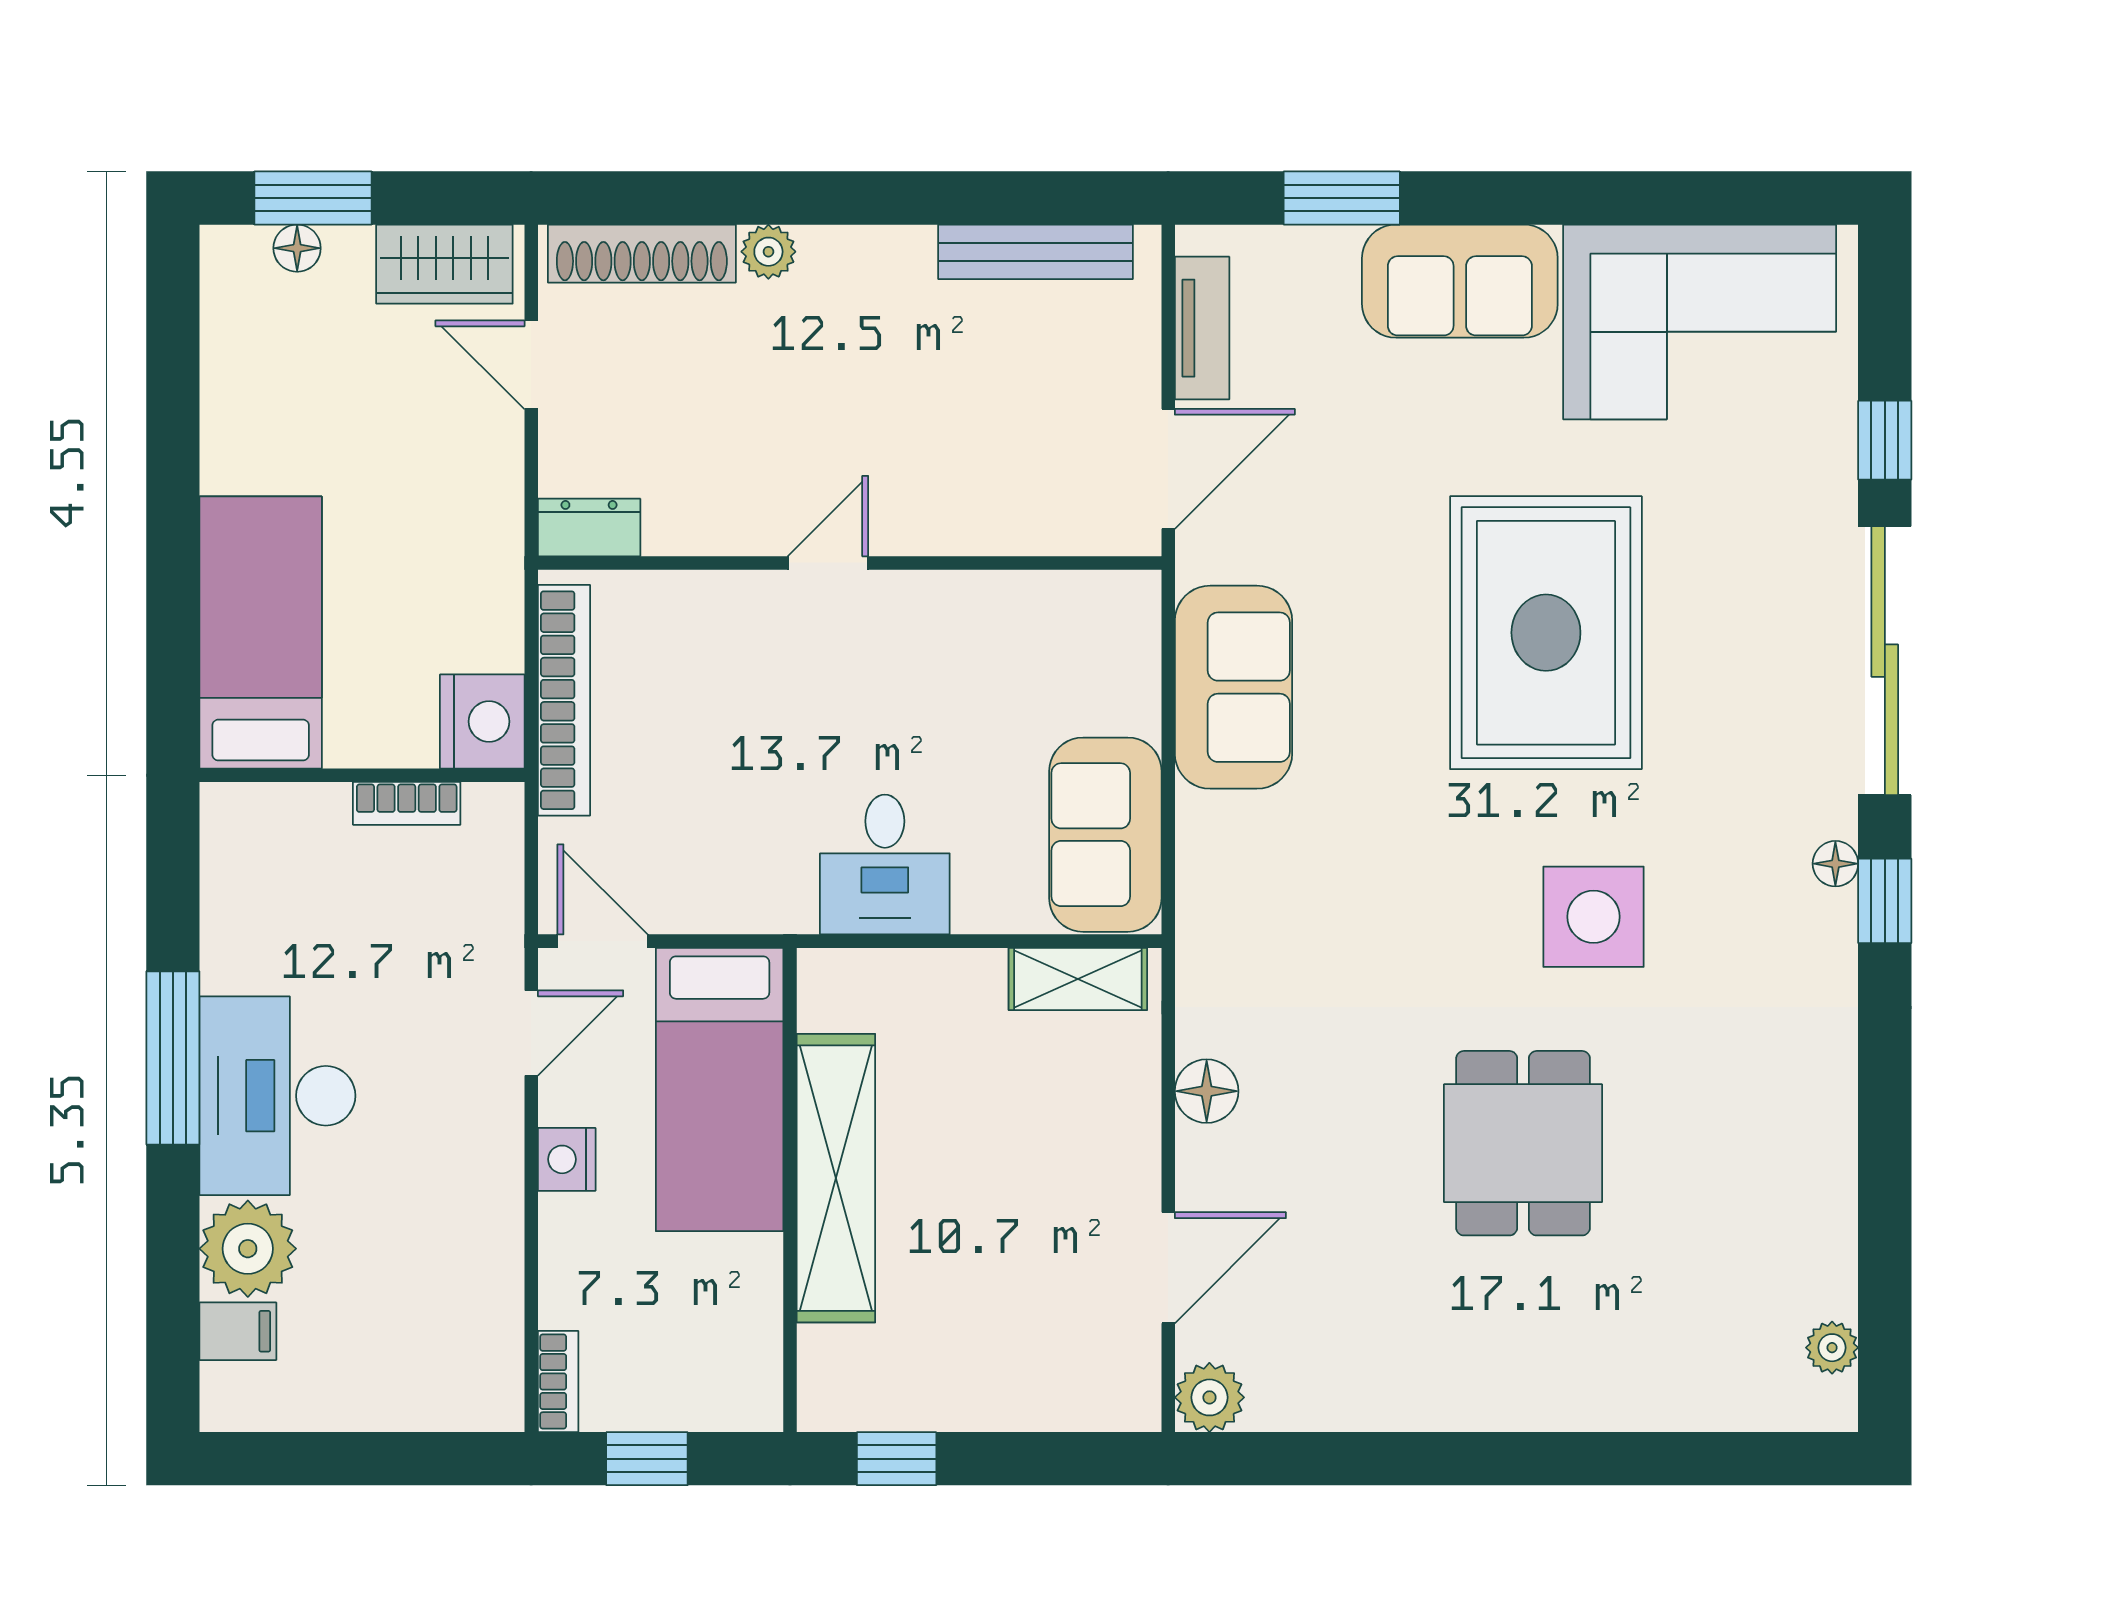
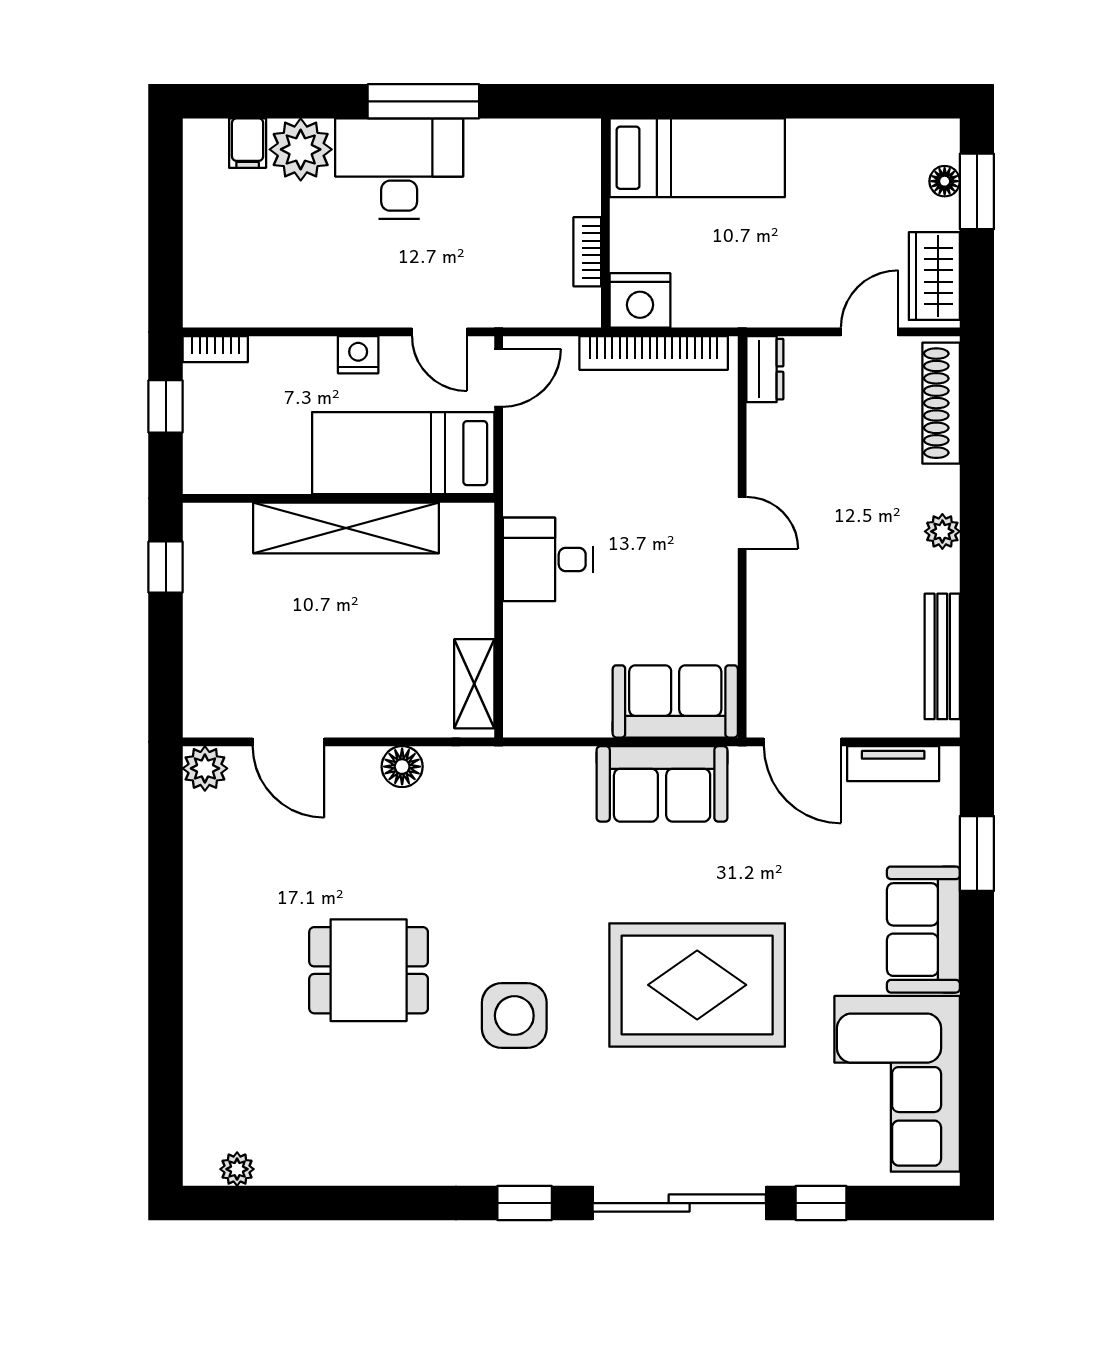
plant: (768, 252) -> (942, 531), moved
sofa: (1105, 835) -> (675, 701), moved
floor lamp: (1835, 864) -> (548, 1171), removed

